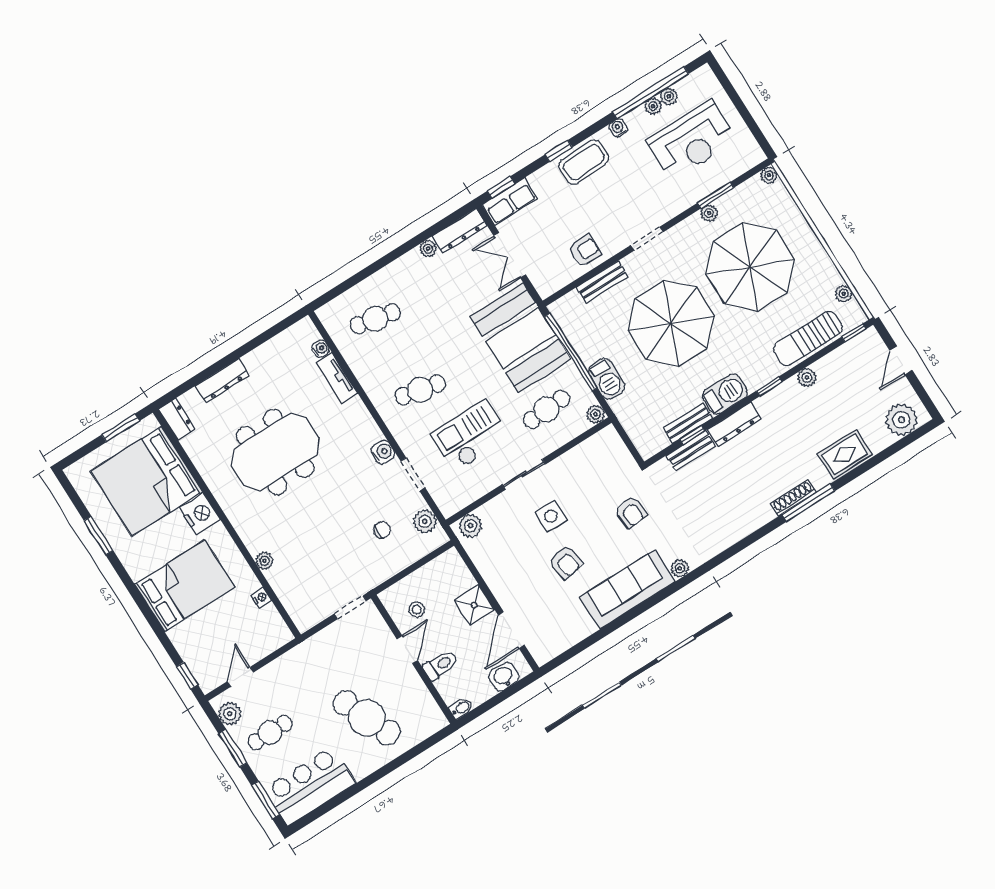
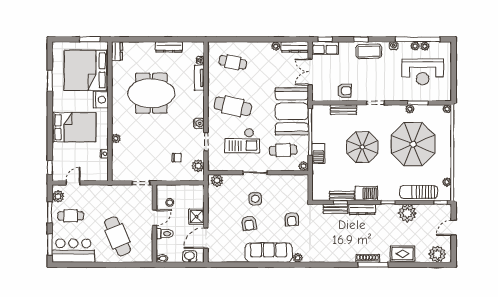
parasol: (671, 323) -> (362, 147), width x0.73, depth x0.73
plant: (807, 377) -> (407, 213), width x1.88, depth x1.88
dresser: (222, 381) -> (169, 47), moved
cafe table: (420, 390) -> (233, 106), width x1.37, depth x1.35
checkout: (470, 436) -> (242, 141), turned 180

